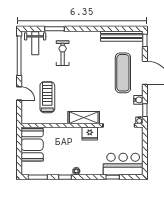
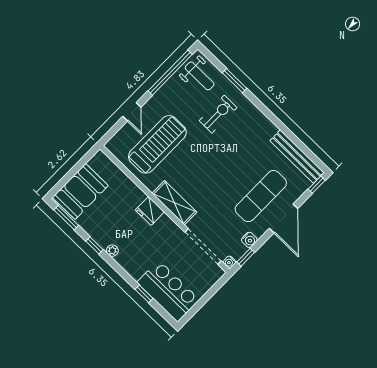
weight bench: (35, 43) -> (200, 76), turned -90
treadmill: (47, 97) -> (157, 144), width x1.37, depth x1.38
fridge: (90, 134) -> (150, 211), moved
booth: (32, 145) -> (80, 192), moved

